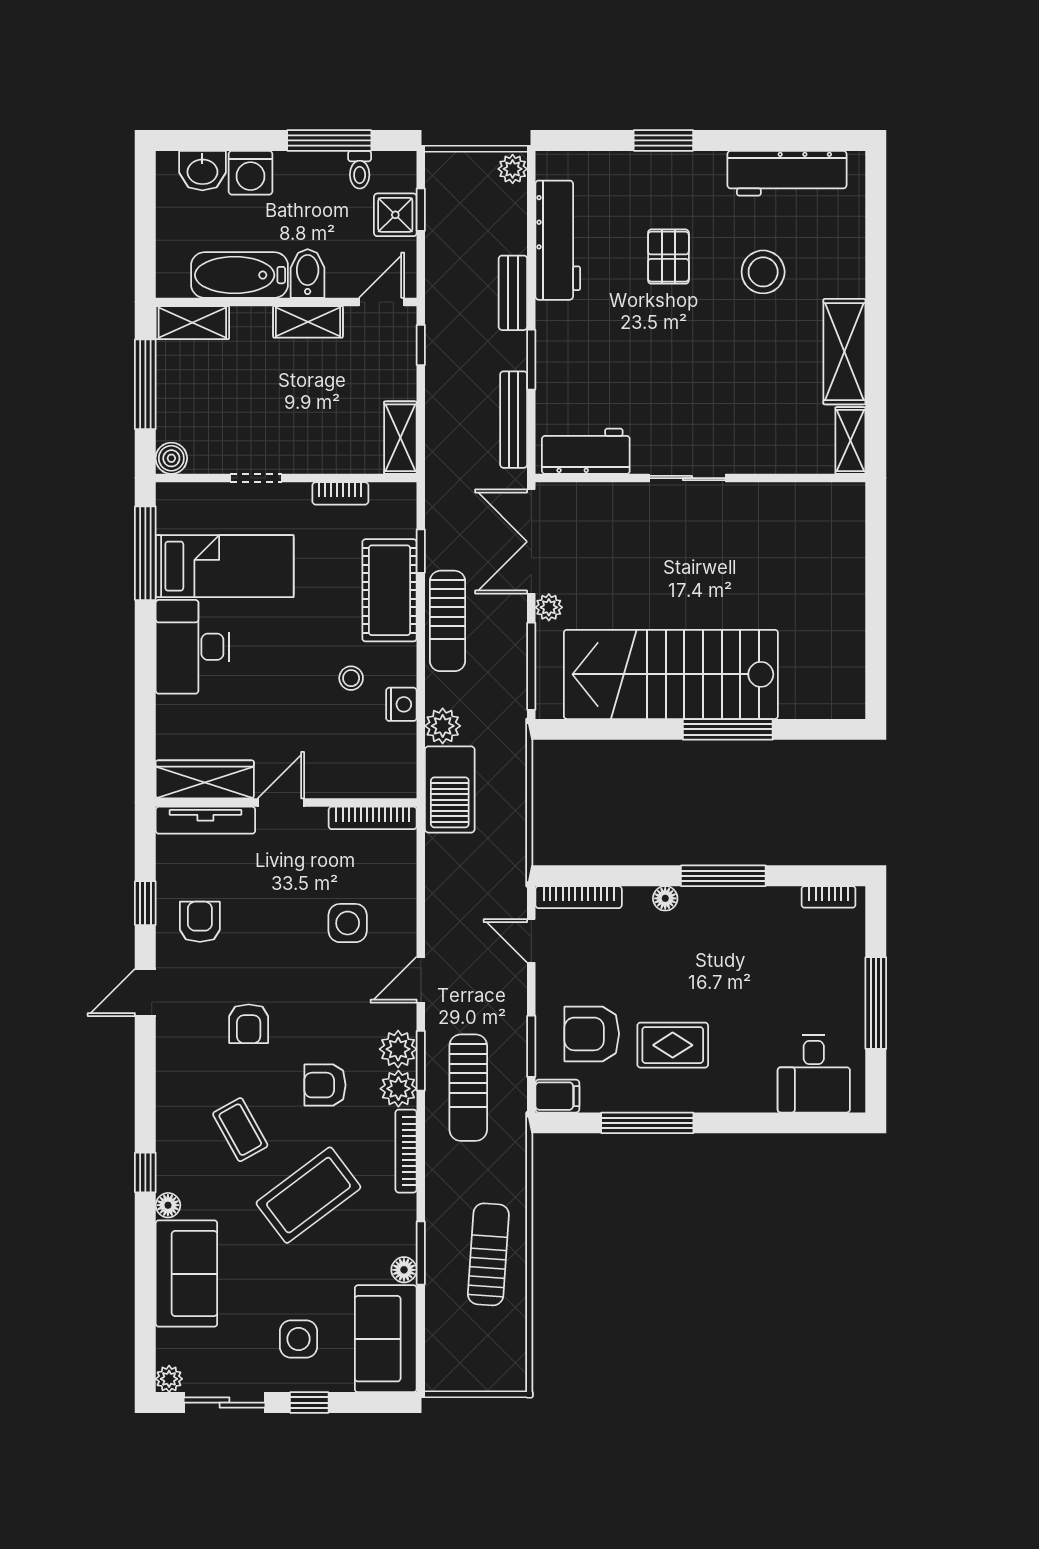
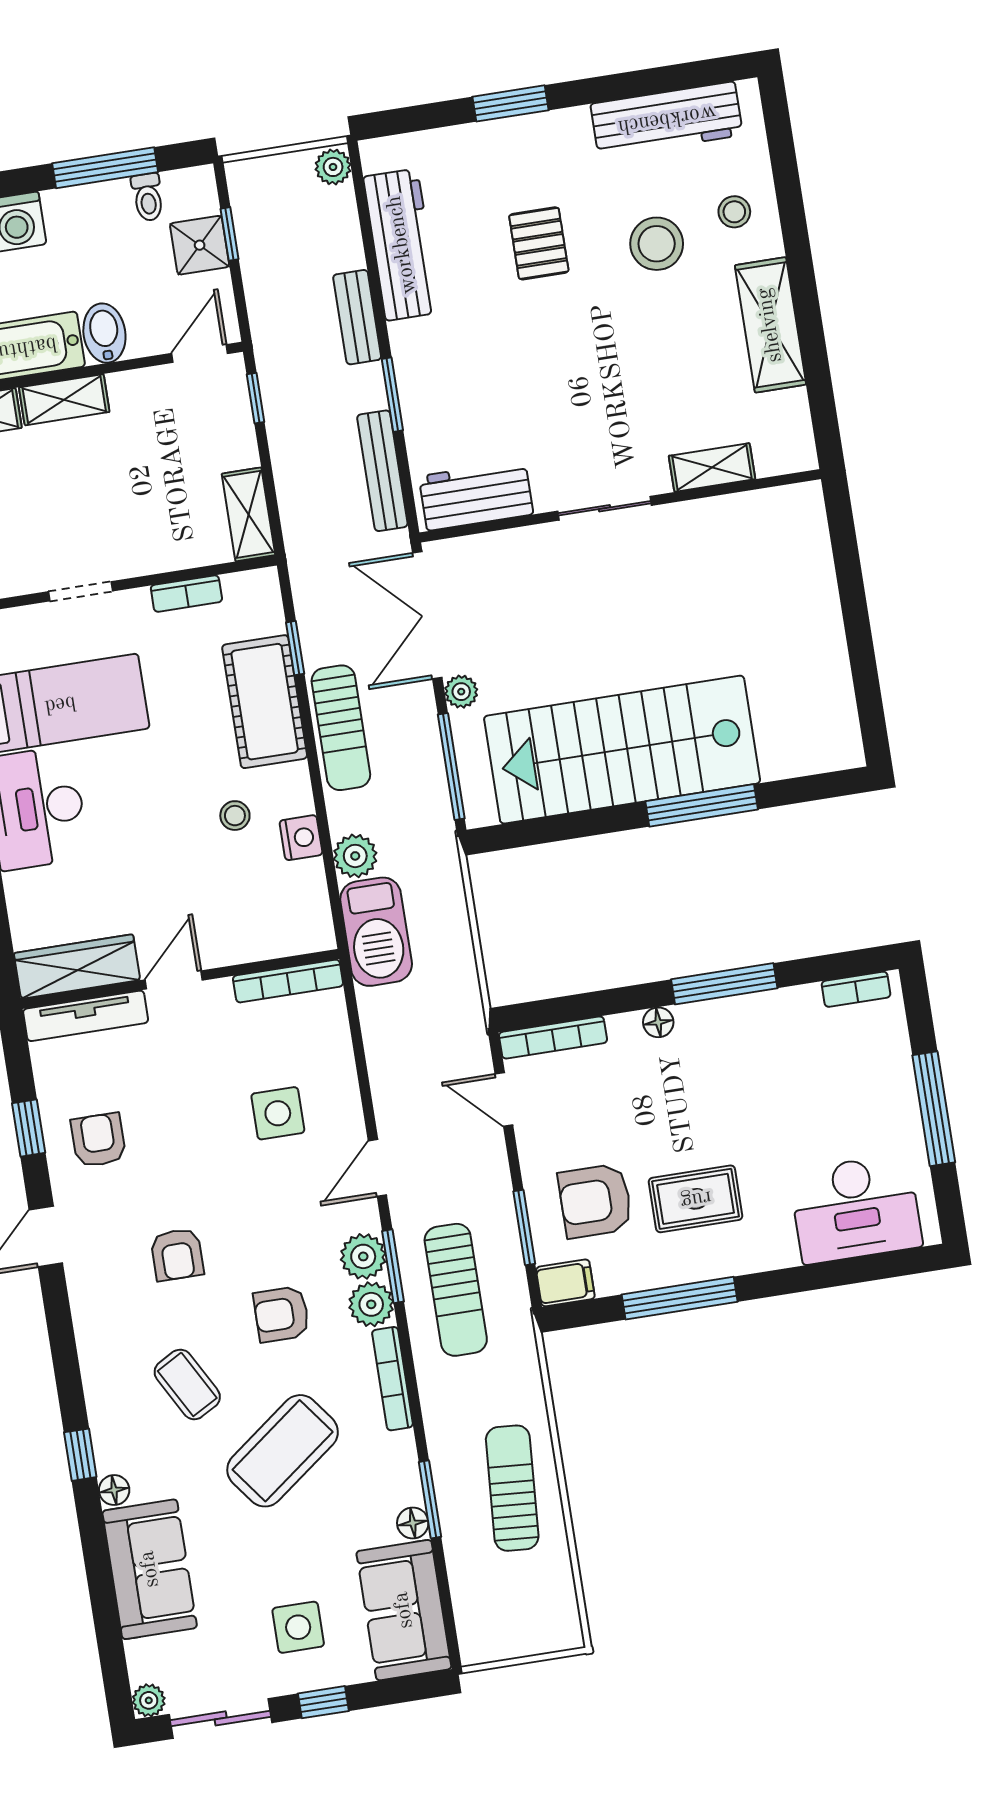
stool: (830, 256) -> (734, 212), added
shelving: (308, 322) -> (64, 400), moved
shelving: (850, 440) -> (712, 467), moved, turned 90
desk: (814, 1074) -> (856, 1209), width x1.37

